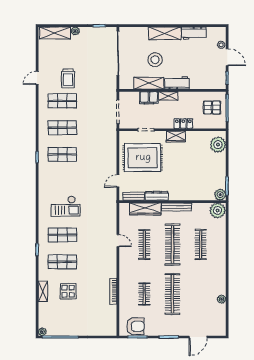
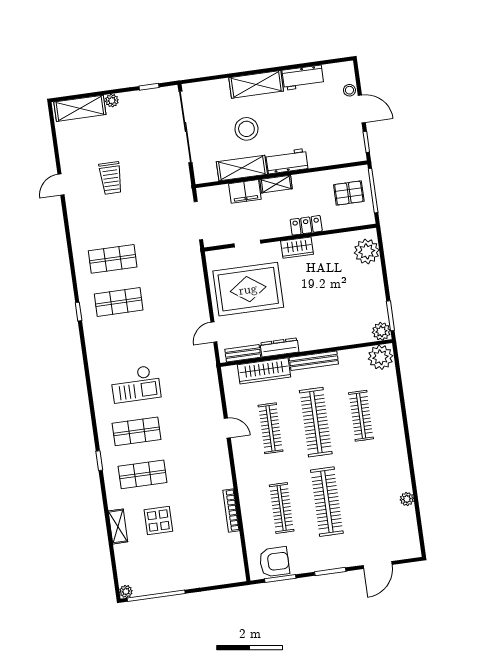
shop shelf: (62, 101) -> (107, 216), removed
clothes rail: (144, 294) -> (282, 508), width x1.36

